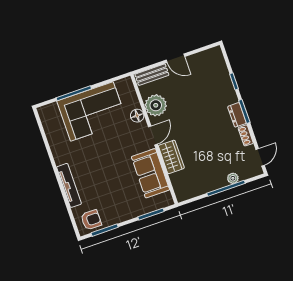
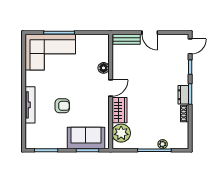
plant: (156, 105) -> (121, 133), moved
corner sofa: (92, 111) -> (50, 52), moved
door: (260, 157) -> (190, 46), moved
sofa: (150, 173) -> (86, 138), moved, turned 90
armchair: (91, 220) -> (62, 106), moved

